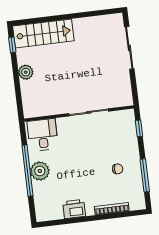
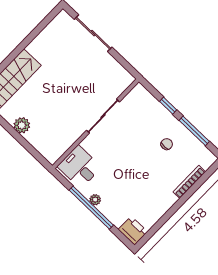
window: (139, 128) -> (168, 106), moved
plant: (40, 171) -> (95, 200), width x0.53, depth x0.53
printer: (74, 209) -> (133, 231), moved, turned 90

